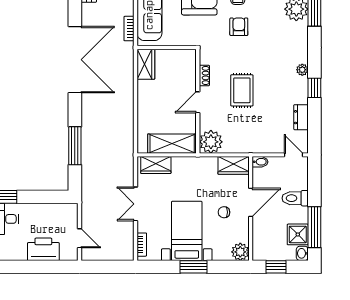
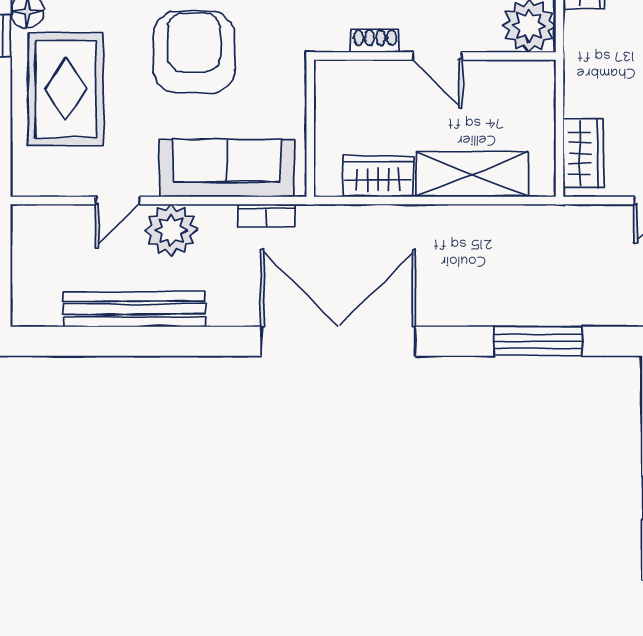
wardrobe: (146, 64) -> (378, 176), moved
shelving: (172, 144) -> (472, 174), moved, turned 90

